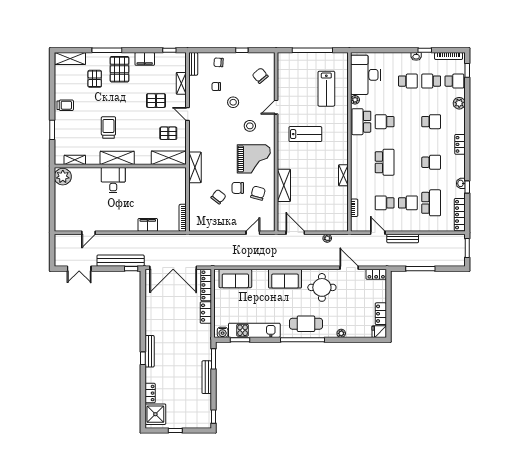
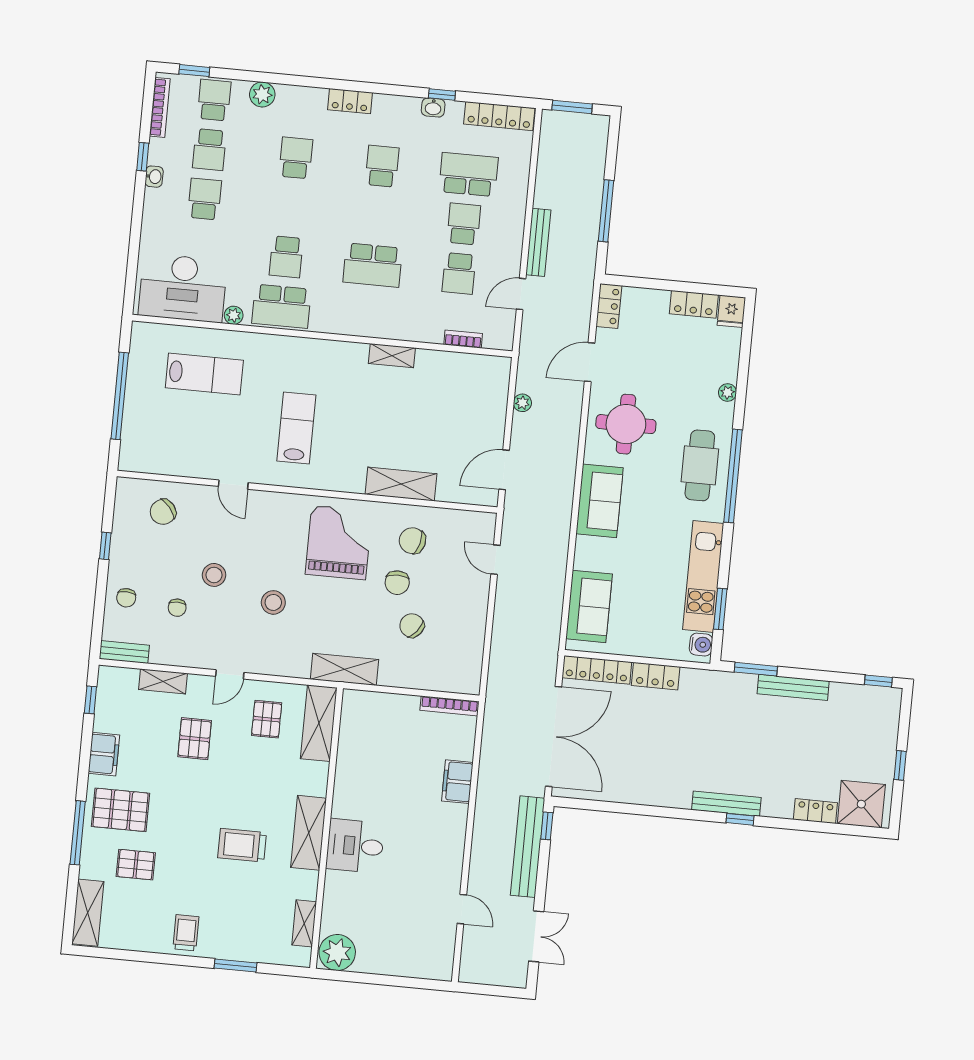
stool: (250, 126) -> (273, 602), moved
school desk: (385, 162) -> (373, 265), turned 180

